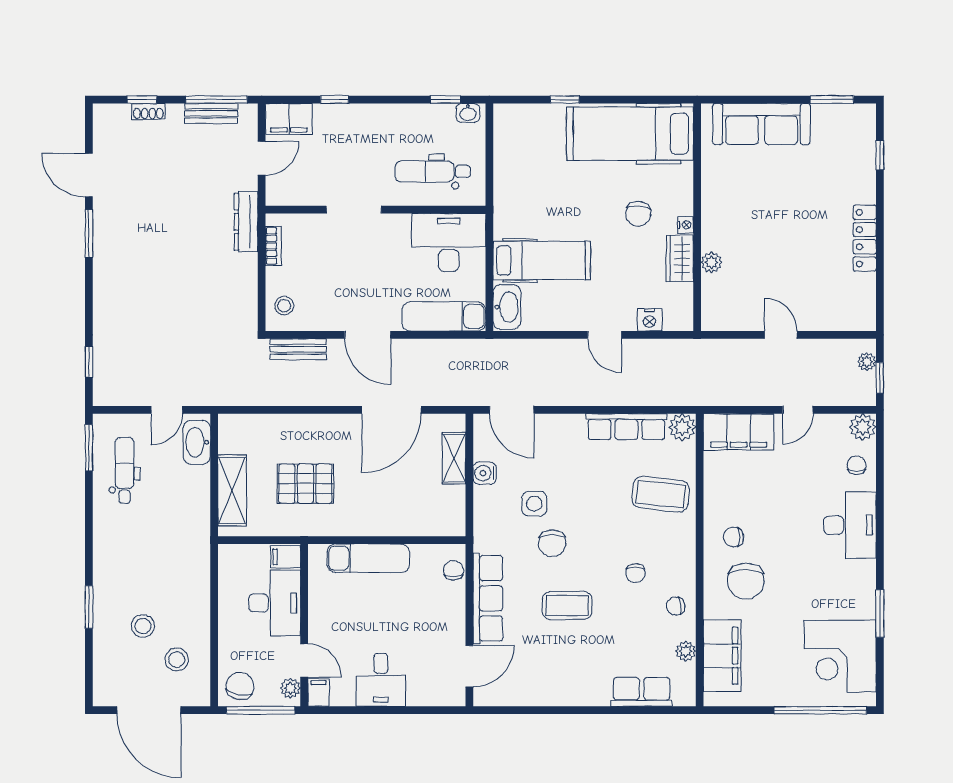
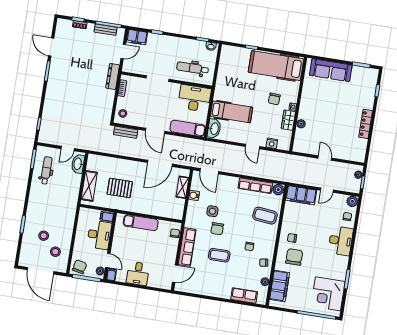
chair: (746, 581) -> (294, 257), turned 180

